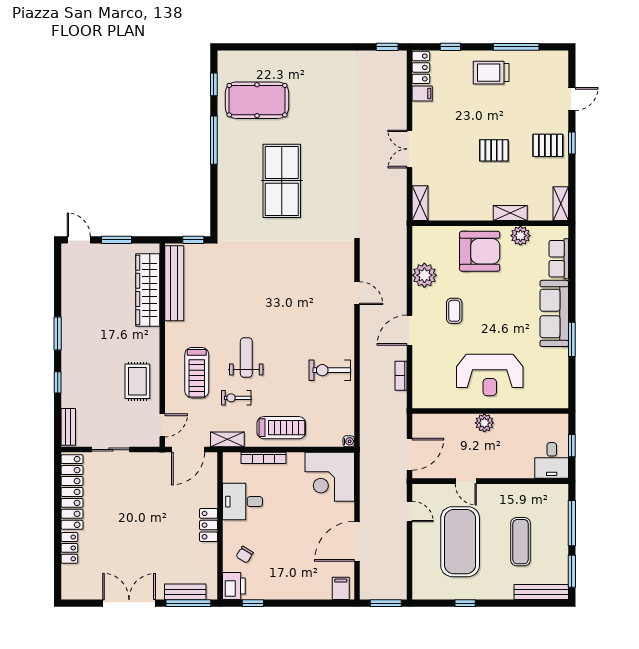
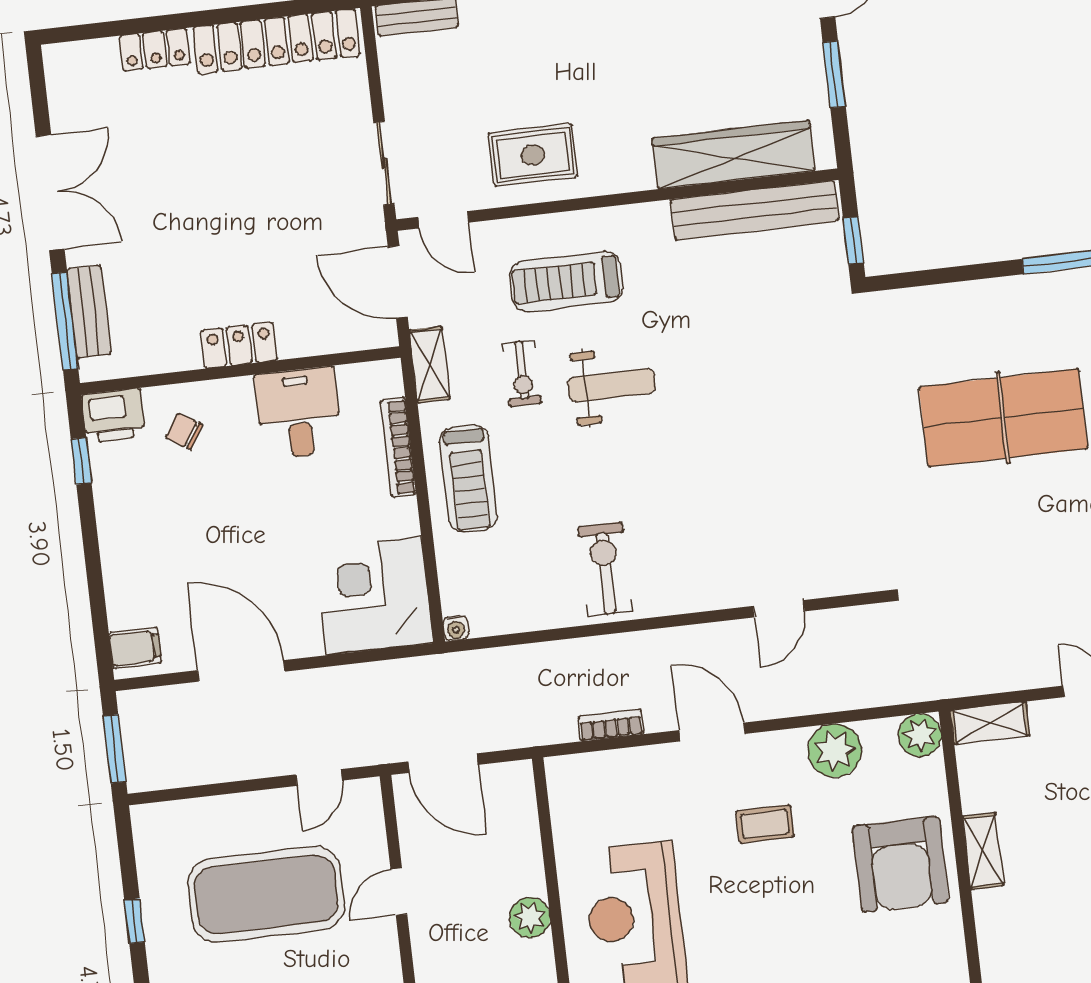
shelving: (510, 213) -> (983, 851), moved
plant: (520, 236) -> (920, 735), moved
exercise bike: (236, 398) -> (522, 373), turned 180
sliding door: (111, 450) -> (384, 163), moved

